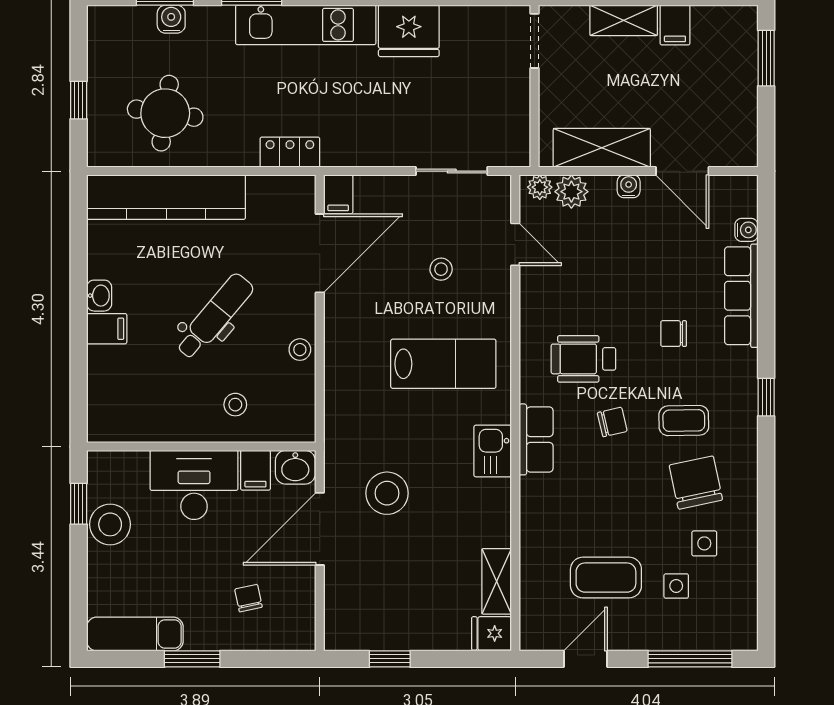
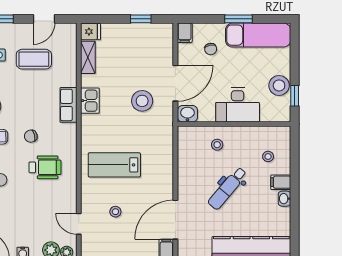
stool: (300, 350) -> (268, 156), moved
row of seats: (536, 439) -> (68, 105), moved
kitchen sink: (493, 451) -> (90, 101), moved
filing cabinet: (255, 470) -> (185, 33), moved, turned 180
exam couch: (135, 634) -> (258, 35), width x1.36, depth x1.45

